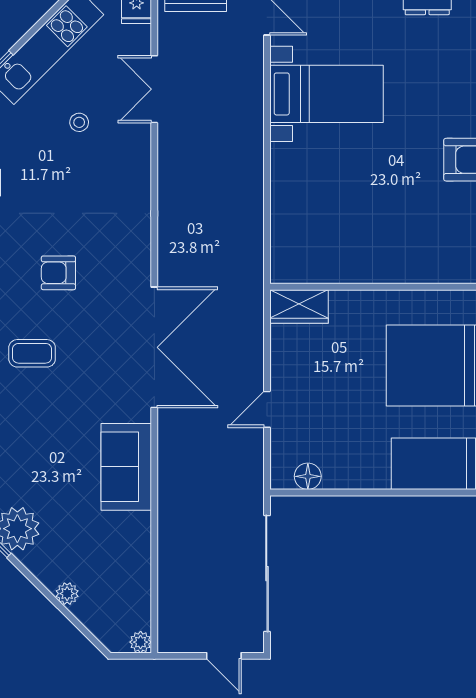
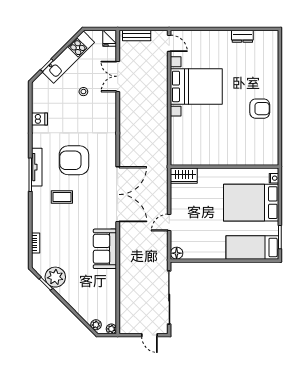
bed with nightstands: (326, 94) -> (196, 86), width x1.36
armchair: (58, 273) -> (74, 160), width x1.88, depth x1.88
floor lamp: (308, 476) -> (177, 253), moved
plant: (67, 594) -> (96, 325), moved

